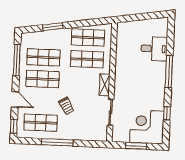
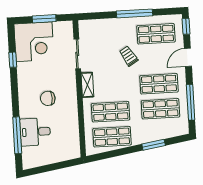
window: (169, 71) -> (17, 135), moved
chair: (140, 77) -> (48, 98), added
door: (15, 99) -> (188, 57), hinge flipped

